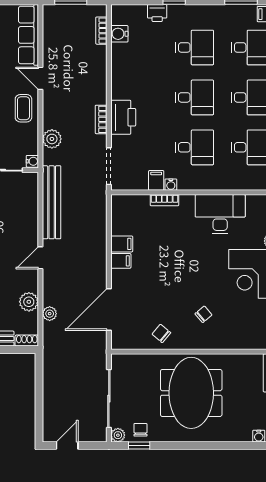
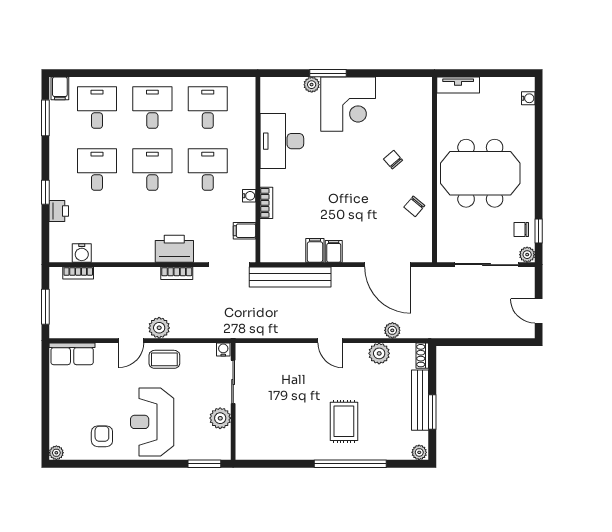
row of seats: (28, 35) -> (72, 354), width x0.68
plant: (52, 139) -> (159, 328), moved
filing cabinet: (156, 180) -> (244, 231), moved
bench: (52, 202) -> (290, 277), moved

